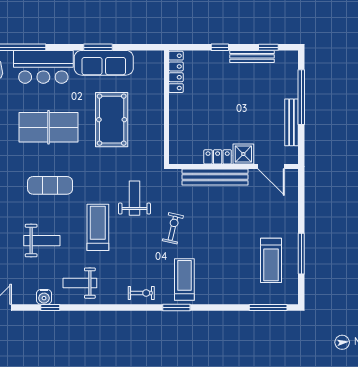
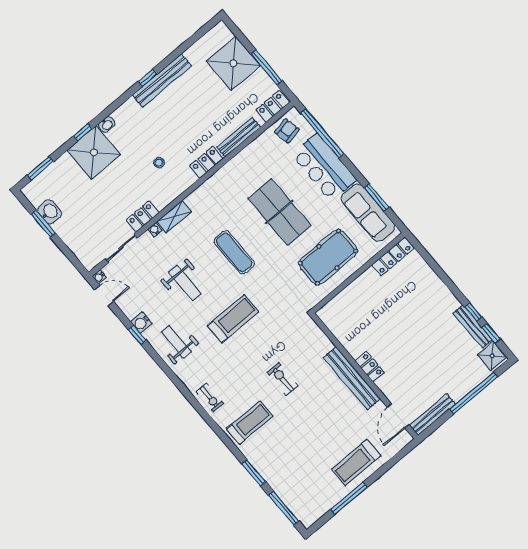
window: (220, 47) -> (473, 312), moved
locker: (176, 72) -> (393, 257), moved
wall: (167, 107) -> (358, 273), moved
bench: (292, 122) -> (432, 415), moved
shower: (243, 154) -> (492, 356), moved
weight bench: (134, 198) -> (281, 328), removed
exercise bike: (173, 228) -> (283, 379), turned -103
treadmill: (271, 260) -> (356, 463), moved
window: (176, 307) -> (254, 473), moved

